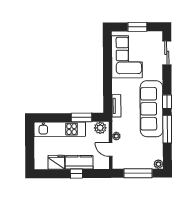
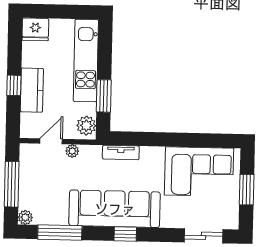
window: (167, 129) -> (60, 233), moved
fridge: (56, 162) -> (35, 29), moved, turned 90

